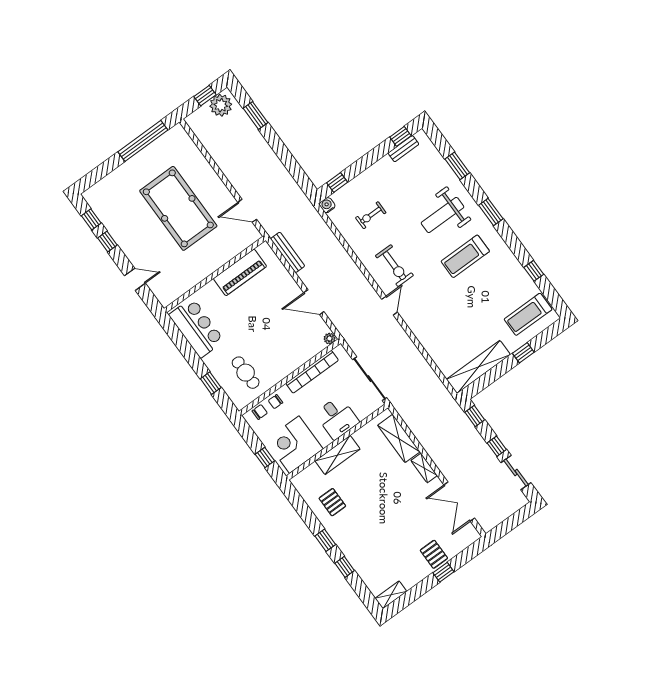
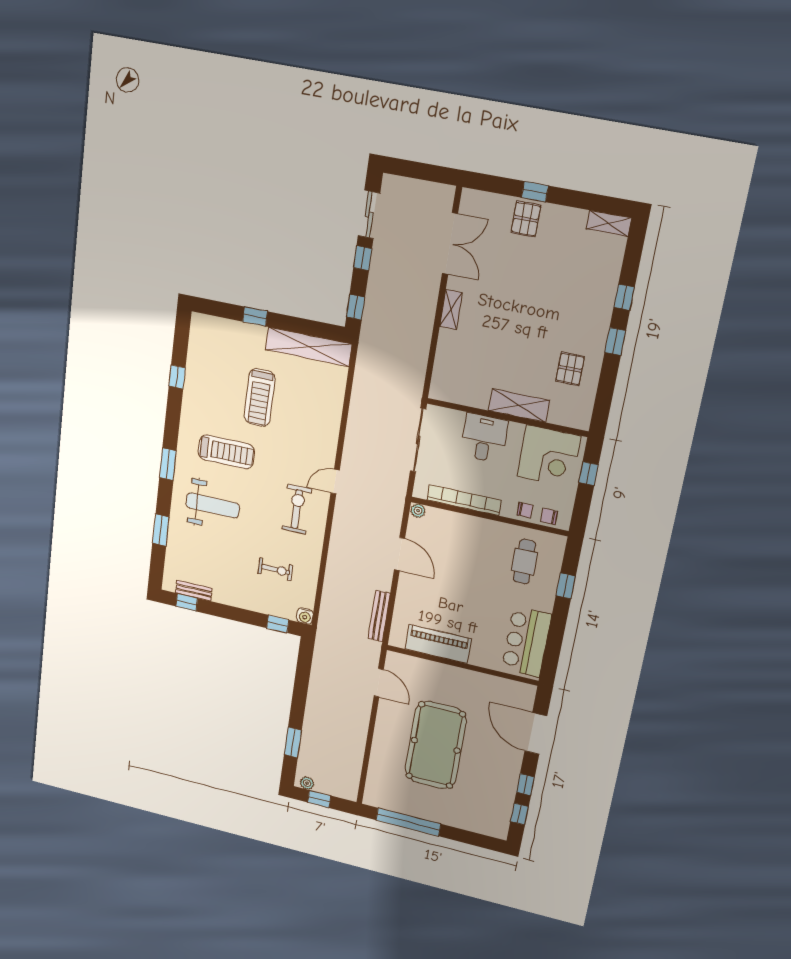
plant: (221, 105) -> (307, 783), width x0.53, depth x0.53
door: (135, 279) -> (536, 733), width x1.88
treadmill: (528, 314) -> (260, 398), moved, turned 90
shelving: (399, 438) -> (447, 361), removed

